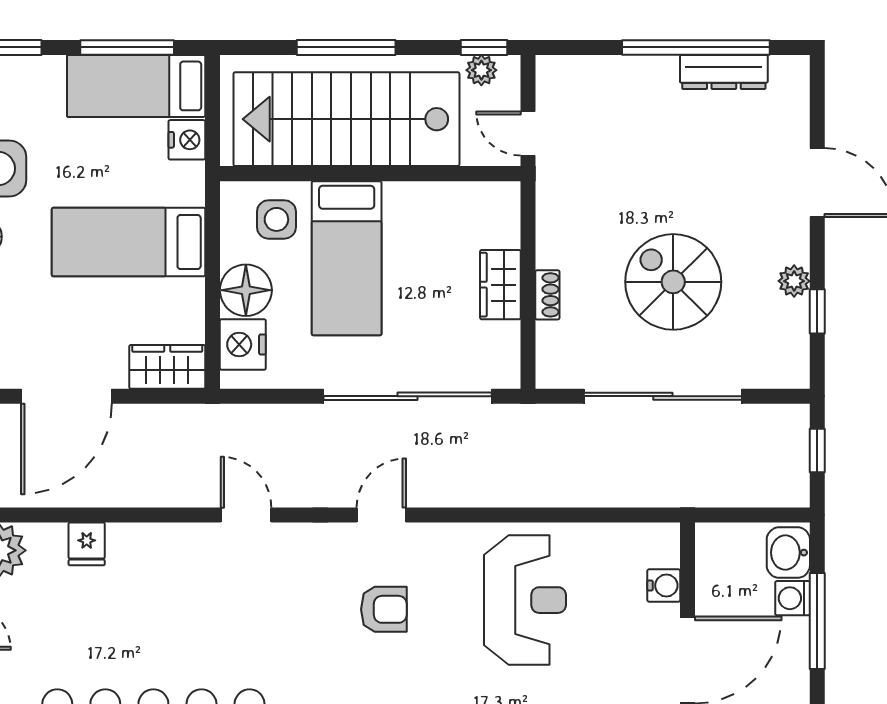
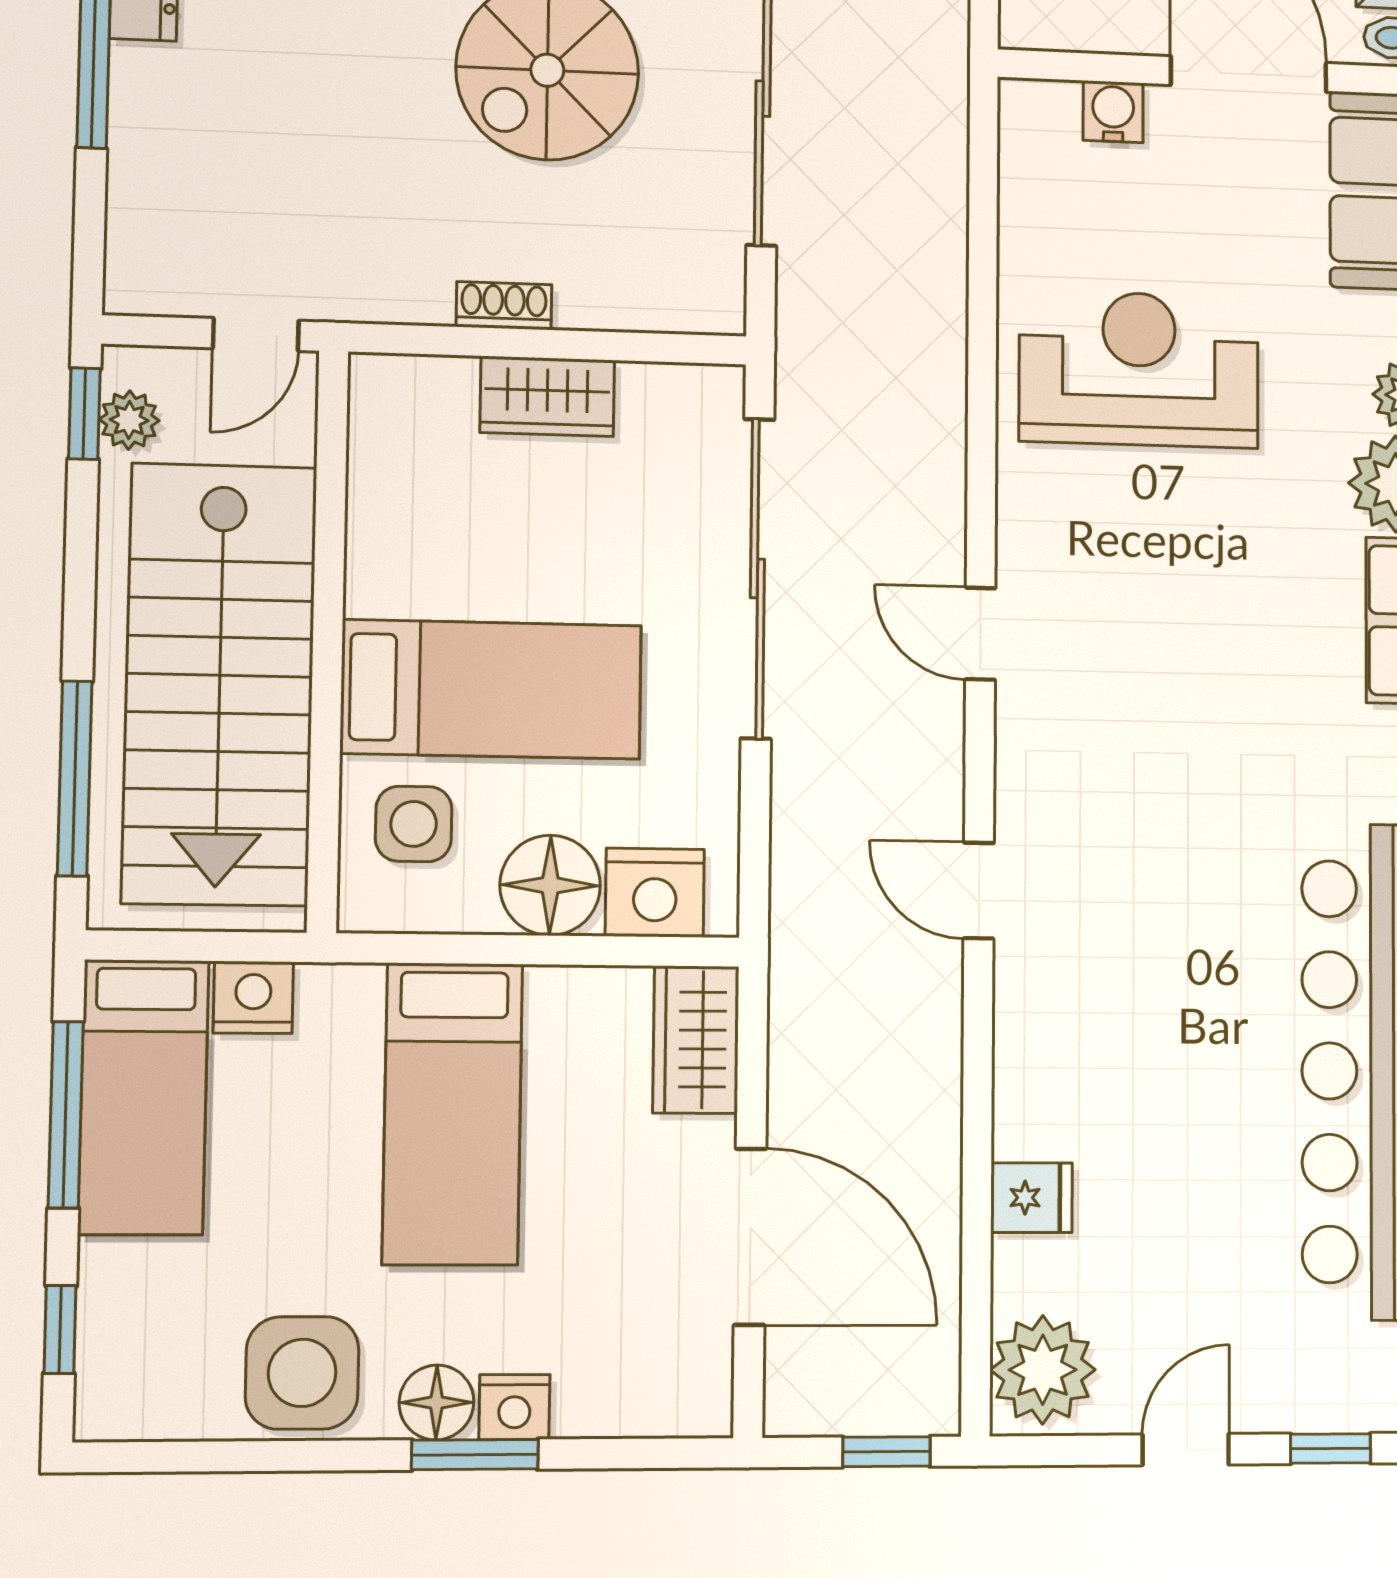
window: (346, 47) -> (75, 778), moved
shoe rack: (547, 295) -> (504, 306), moved
door: (246, 515) -> (979, 891), hinge flipped
armchair: (384, 609) -> (1155, 633), removed

